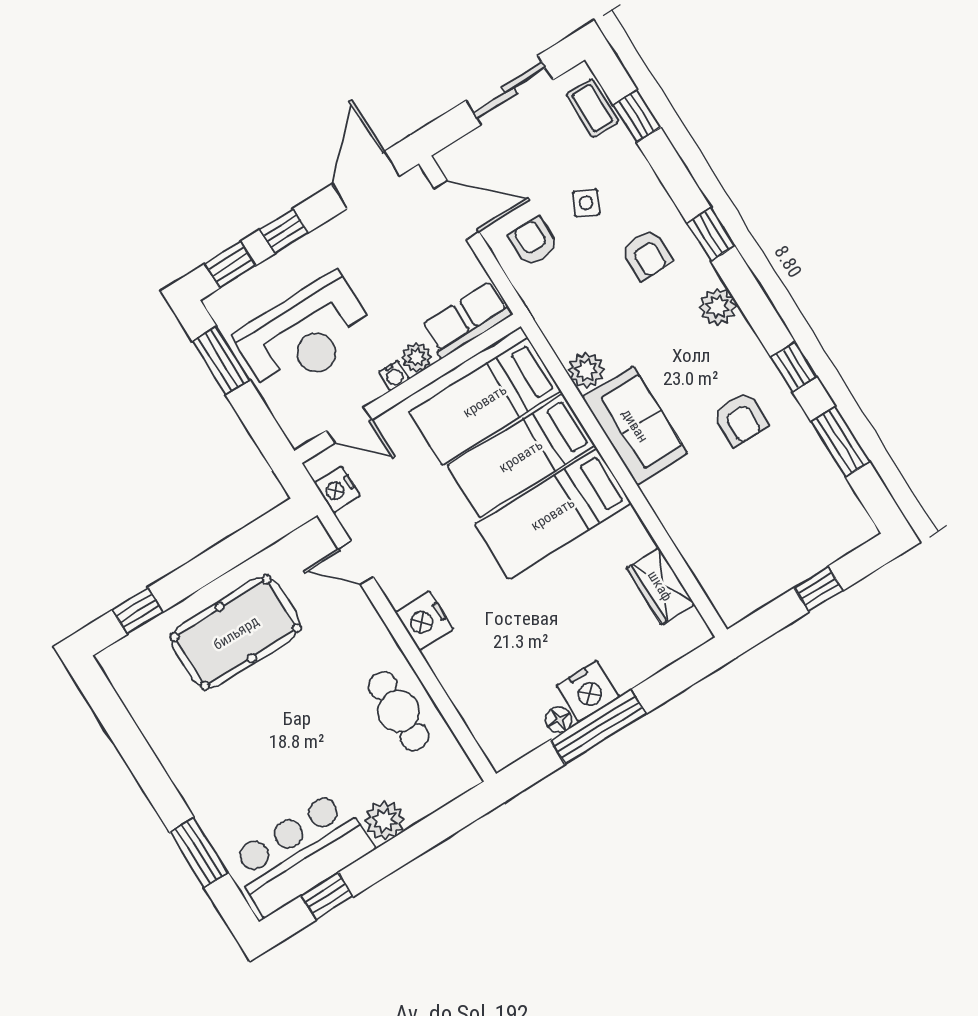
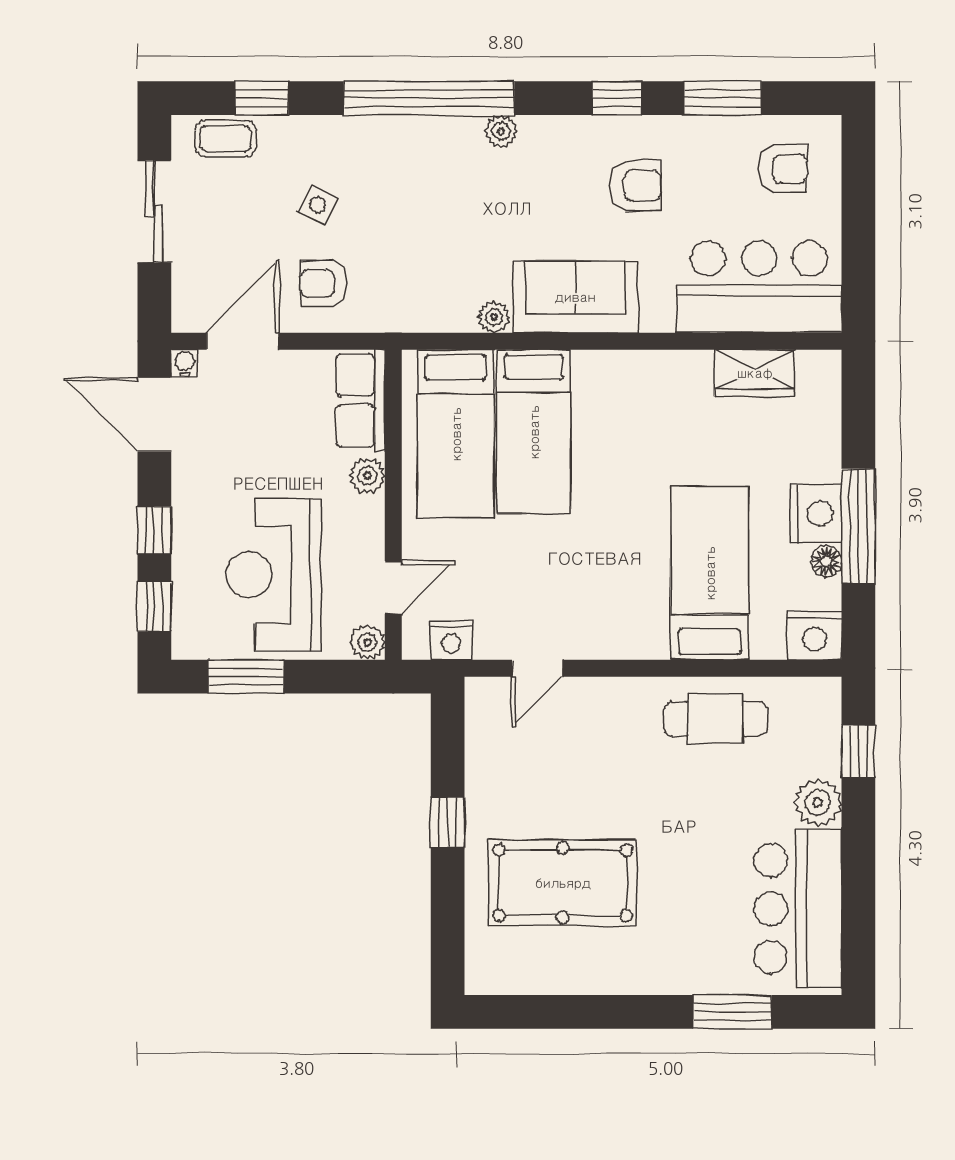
window: (711, 234) -> (429, 98), width x3.17
armchair: (647, 255) -> (783, 169), moved
plant: (718, 307) -> (501, 131), width x0.73, depth x0.73
reception desk: (305, 335) -> (274, 575), turned 180
plant: (586, 370) -> (494, 317), width x0.73, depth x0.73
water cooler: (394, 376) -> (185, 363), moved, turned -90
plant: (299, 431) -> (367, 642), added
bed: (553, 514) -> (710, 573), moved, turned 180
bar counter: (723, 551) -> (759, 287), added
window: (819, 589) -> (858, 214), removed
window: (138, 611) -> (448, 822), moved
nightstand: (424, 621) -> (814, 635), moved
pool table: (236, 633) -> (563, 883), moved, turned 90
window: (327, 896) -> (858, 752), moved

